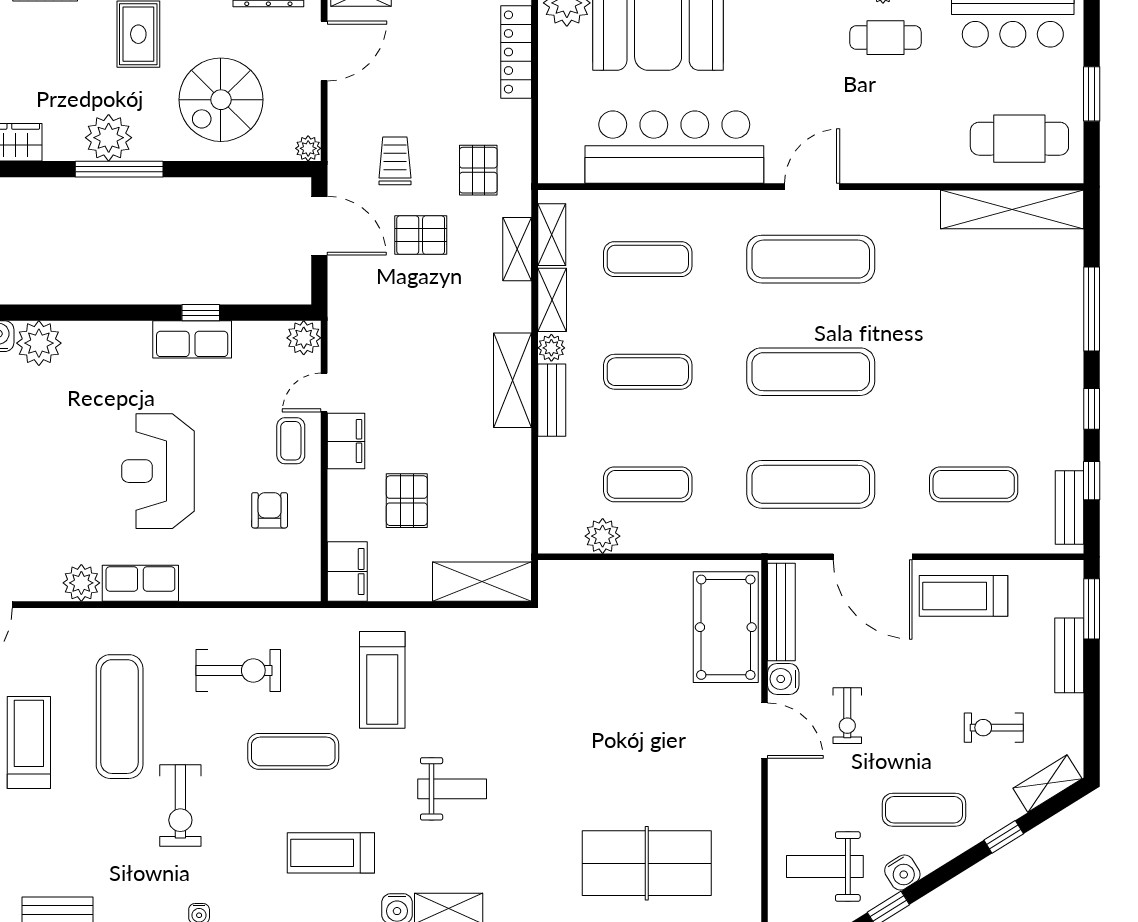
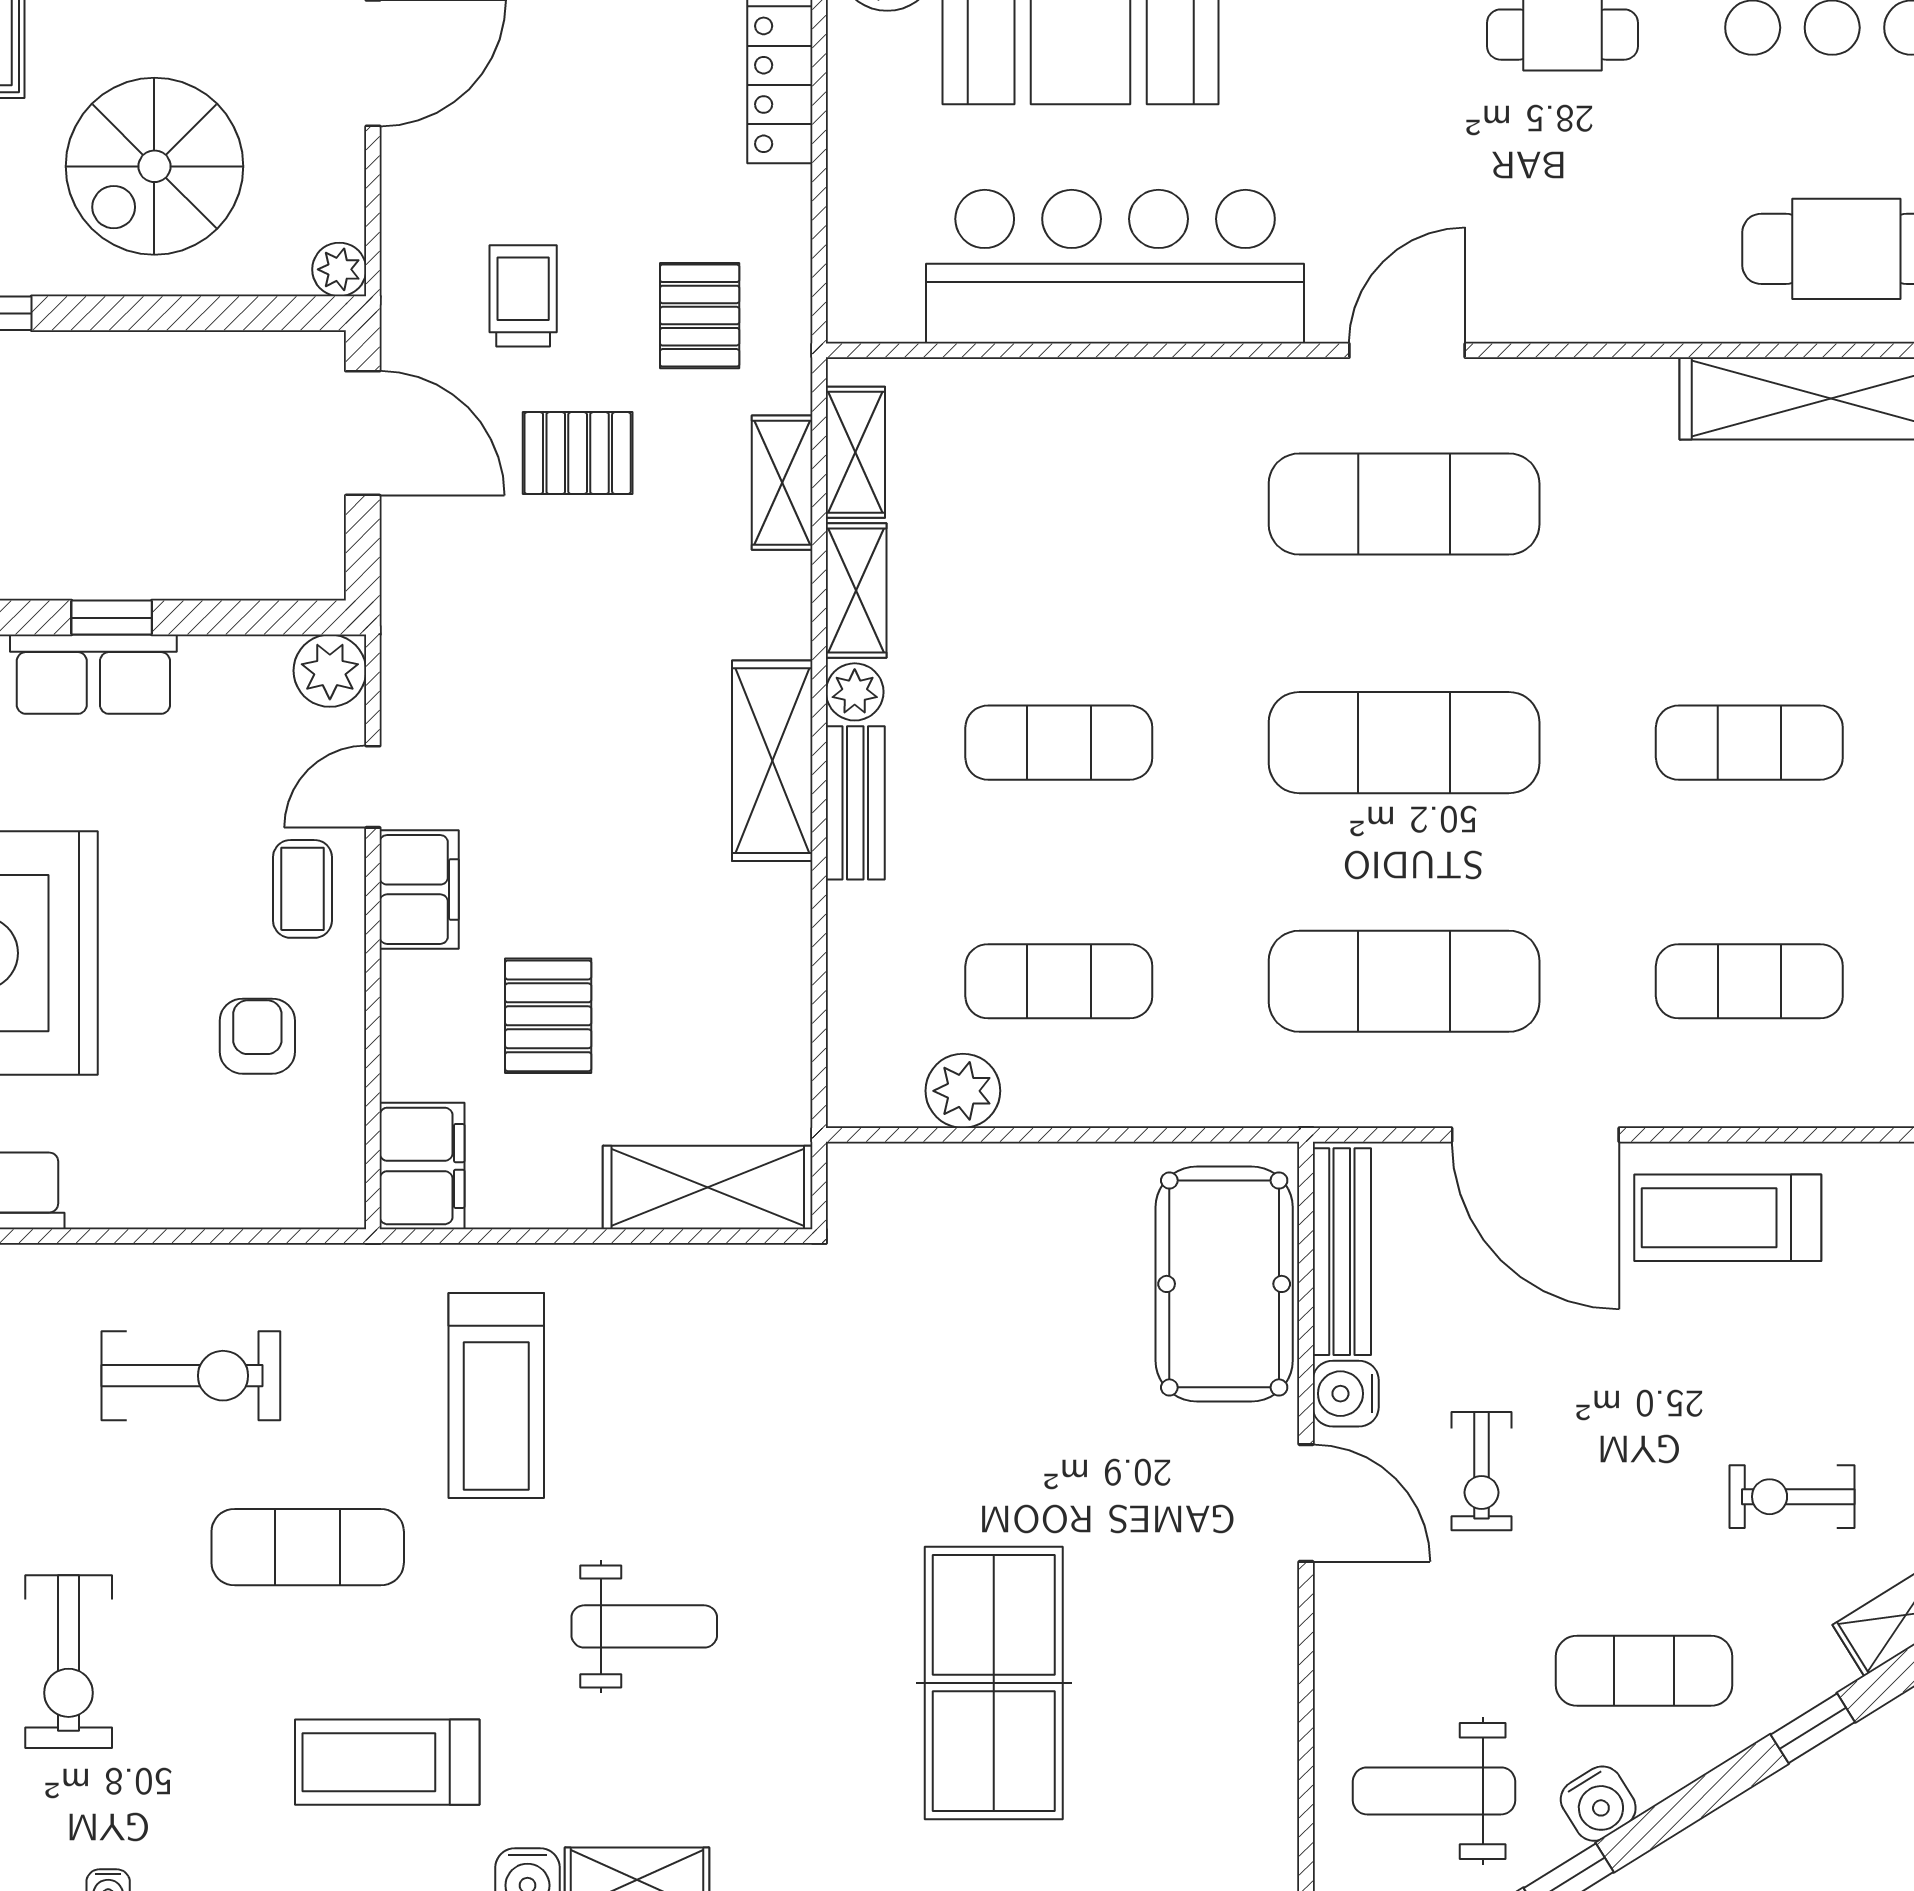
exercise mat: (648, 259) -> (1749, 743), moved
table tennis table: (647, 863) -> (994, 1683), moved, turned 90

